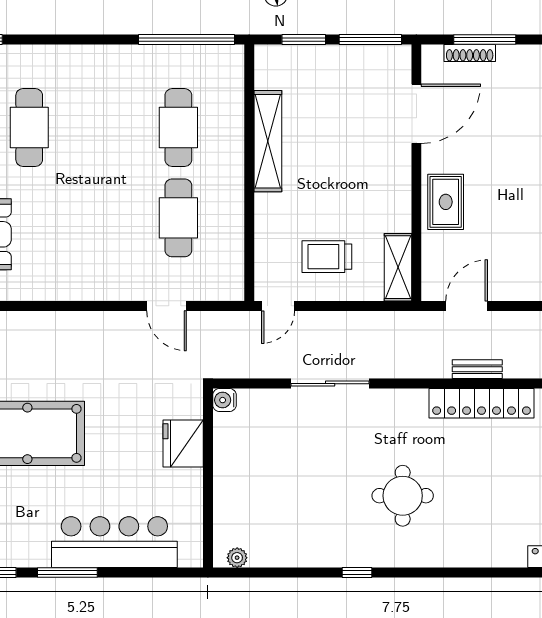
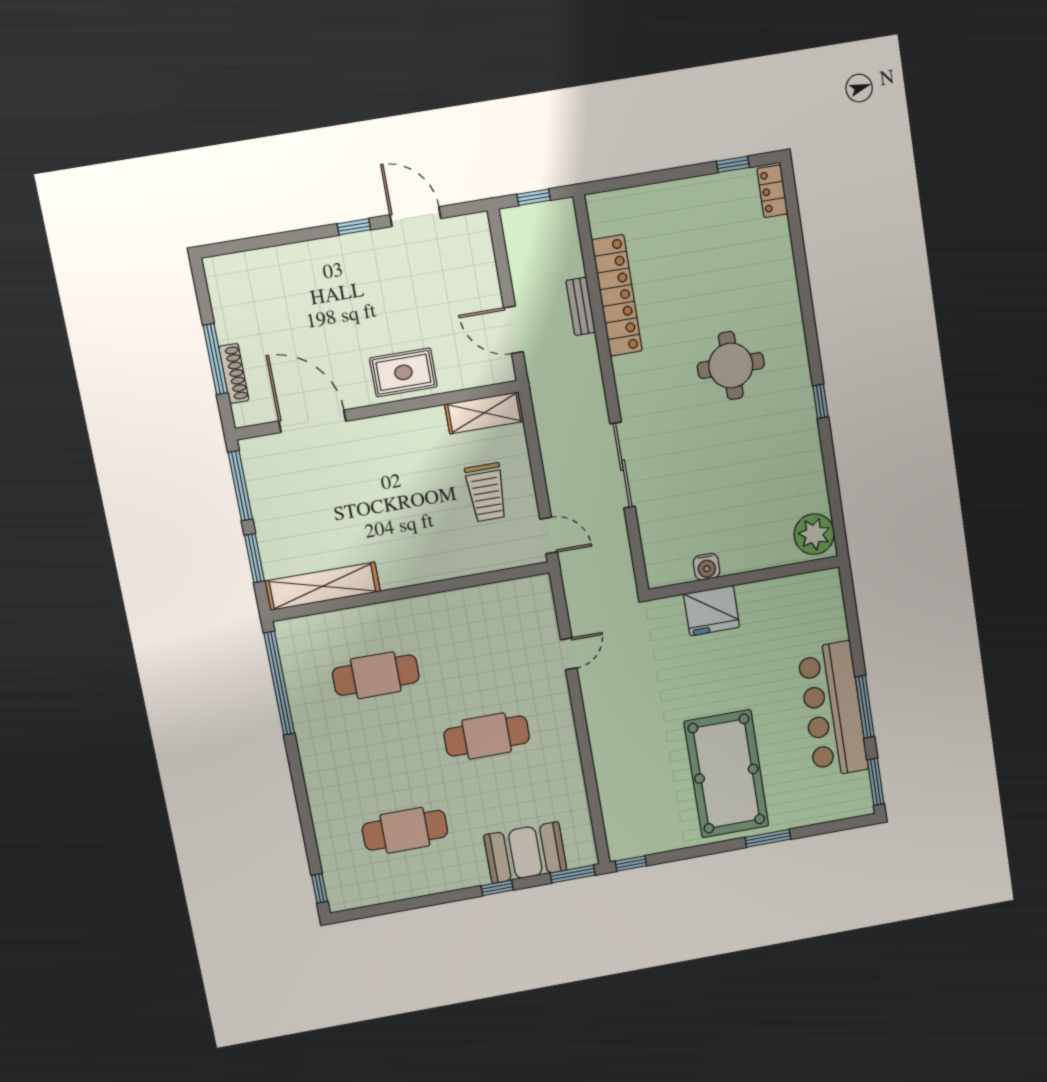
shelving: (268, 141) -> (323, 586), moved
cafe table: (178, 218) -> (487, 736), moved
door: (167, 306) -> (569, 654), width x0.73
water cooler: (224, 400) -> (707, 567), moved
bar counter: (114, 542) -> (833, 710), moved
plant: (237, 558) -> (814, 534), width x1.88, depth x1.88

